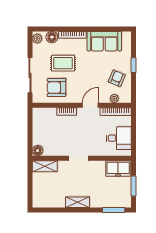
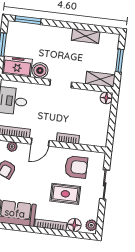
sliding door: (30, 75) -> (105, 184), width x0.73
boiler: (98, 167) -> (40, 71), added
window: (30, 184) -> (120, 61), added
shelving: (77, 202) -> (86, 36), moved

